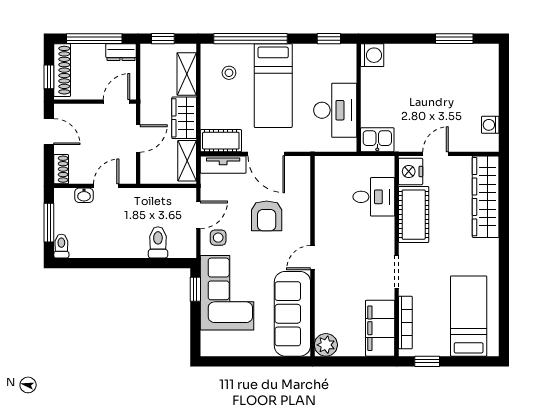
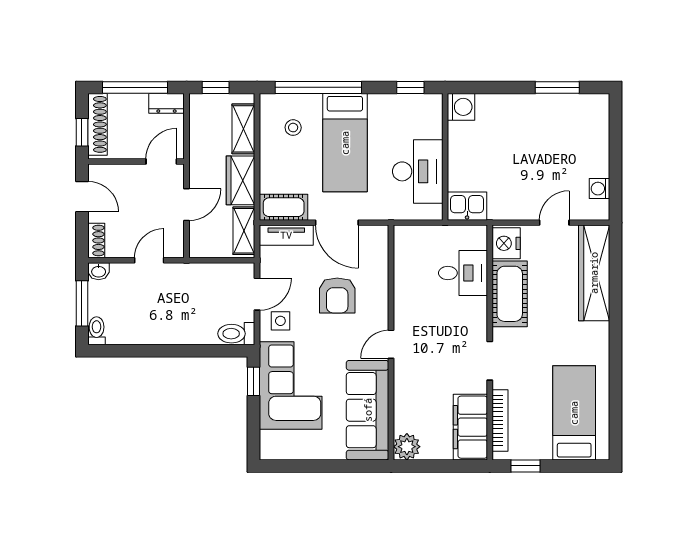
door: (436, 154) -> (554, 223), moved
washbasin: (84, 195) -> (99, 271), moved
toilet: (158, 242) -> (236, 334), moved, turned -90

